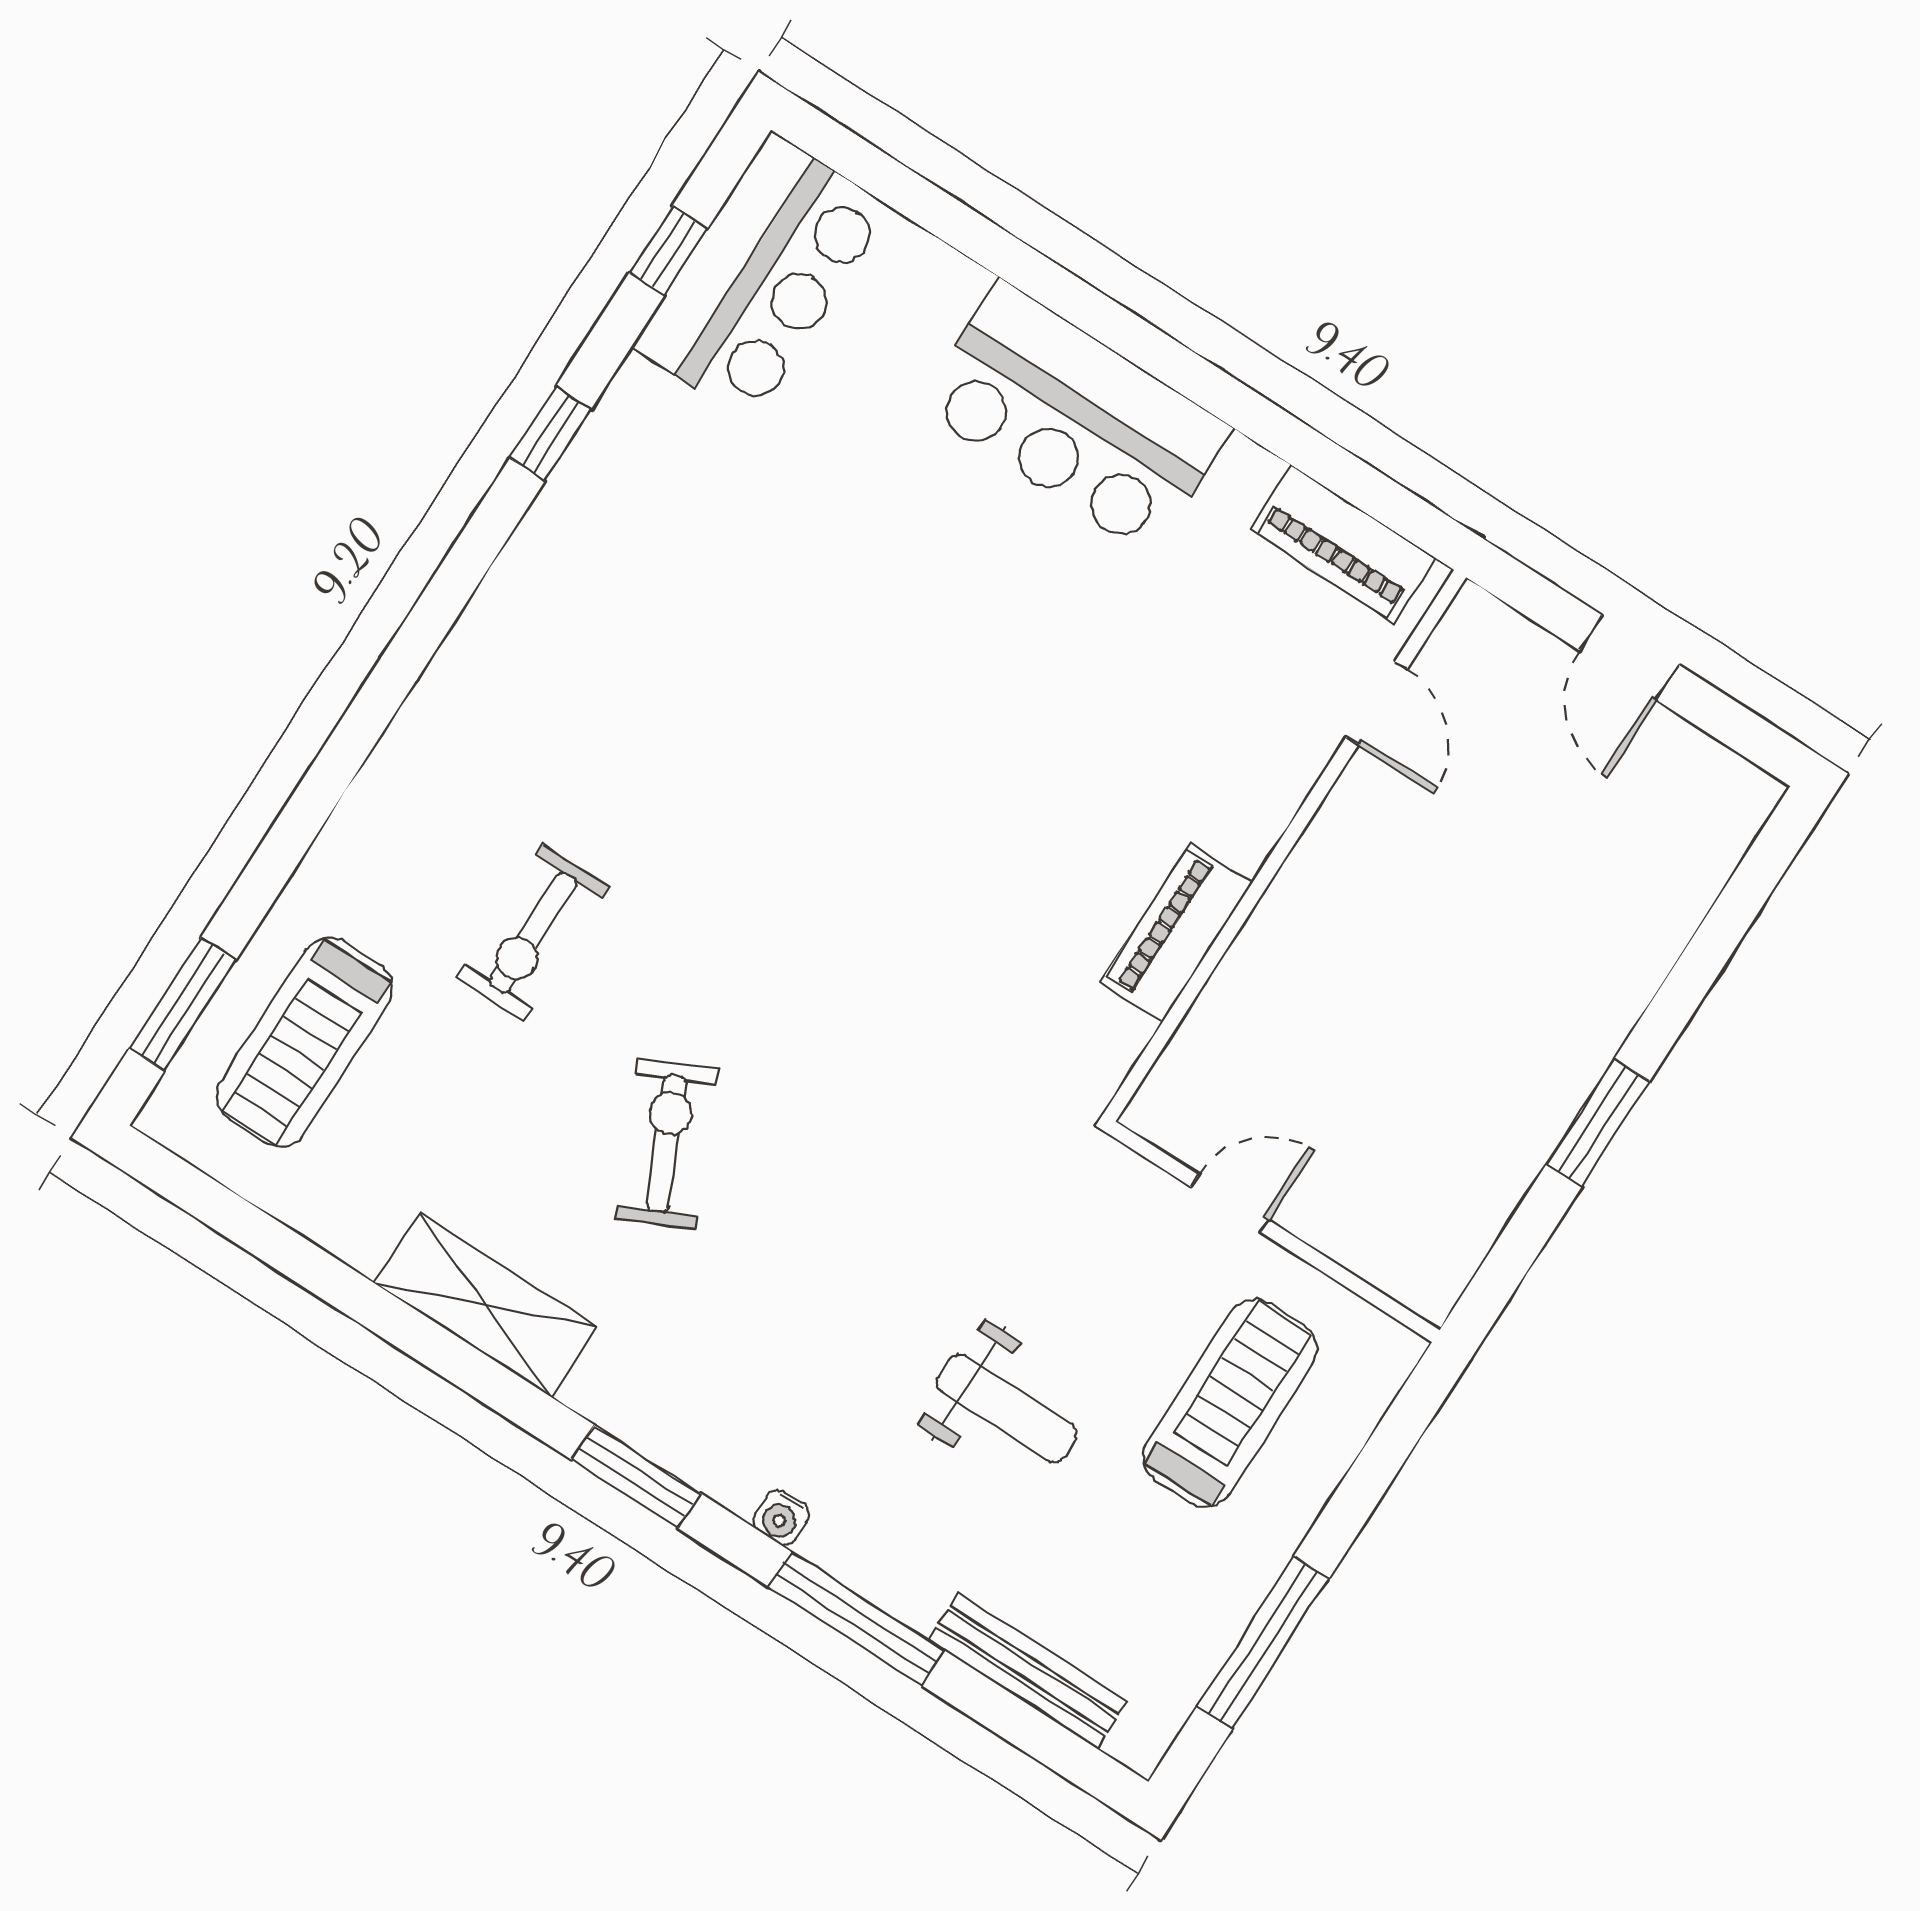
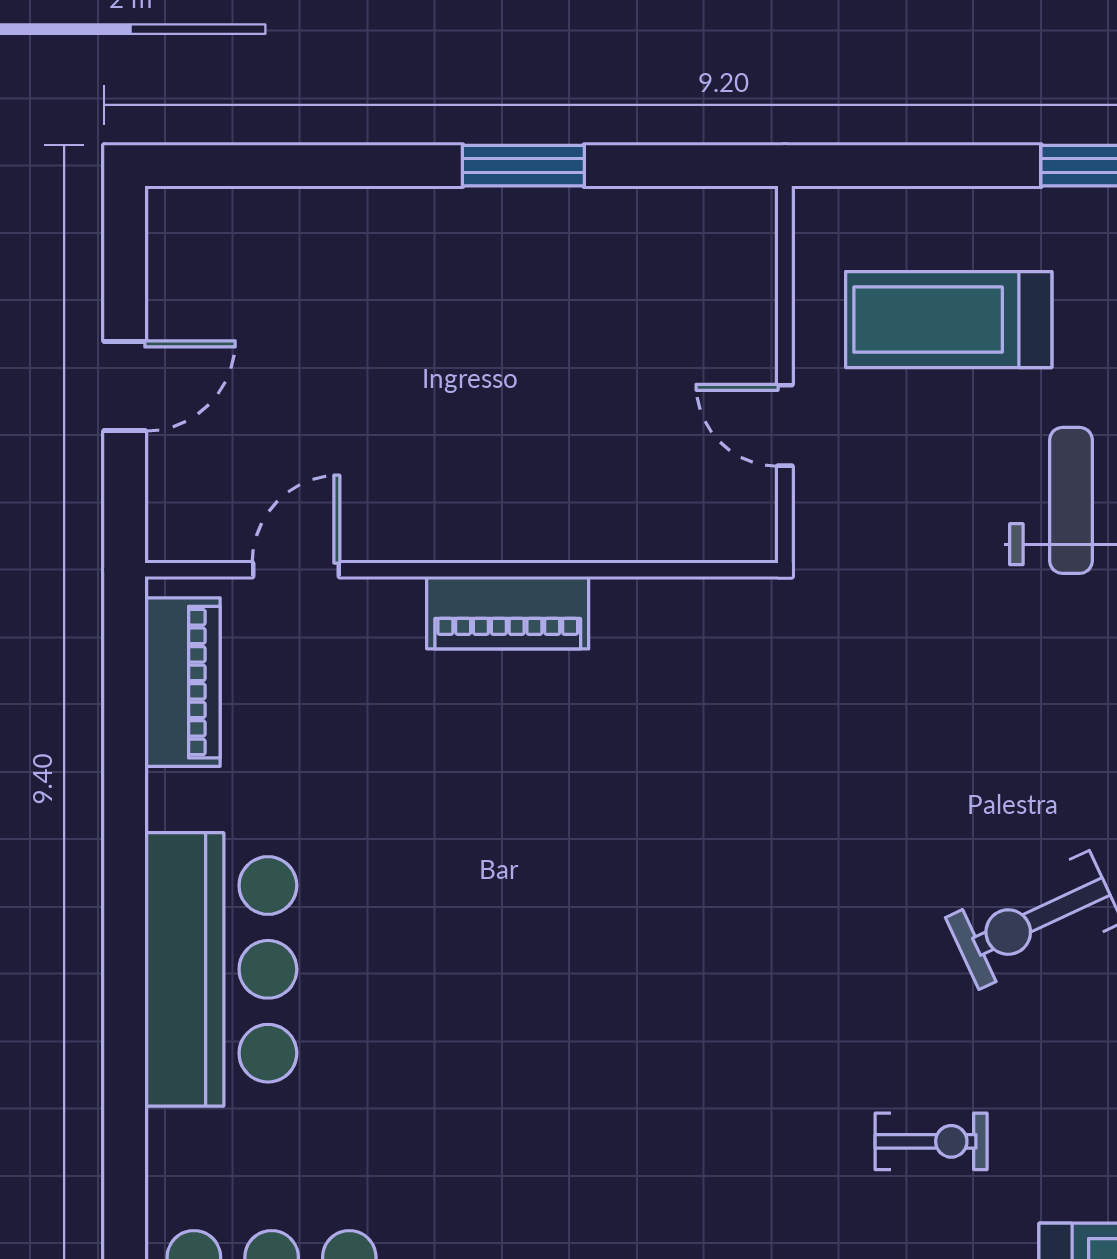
exercise bike: (533, 933) -> (931, 1141), width x0.73, depth x0.72
piano: (1176, 933) -> (508, 613), moved

